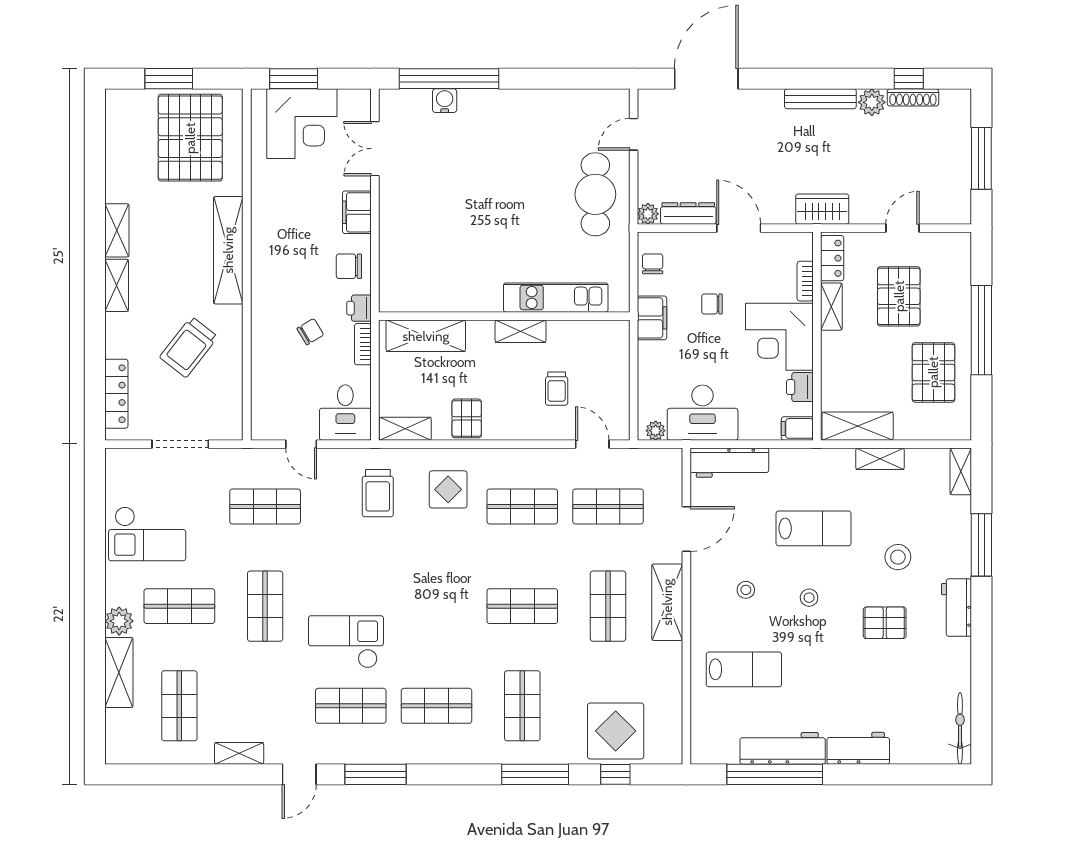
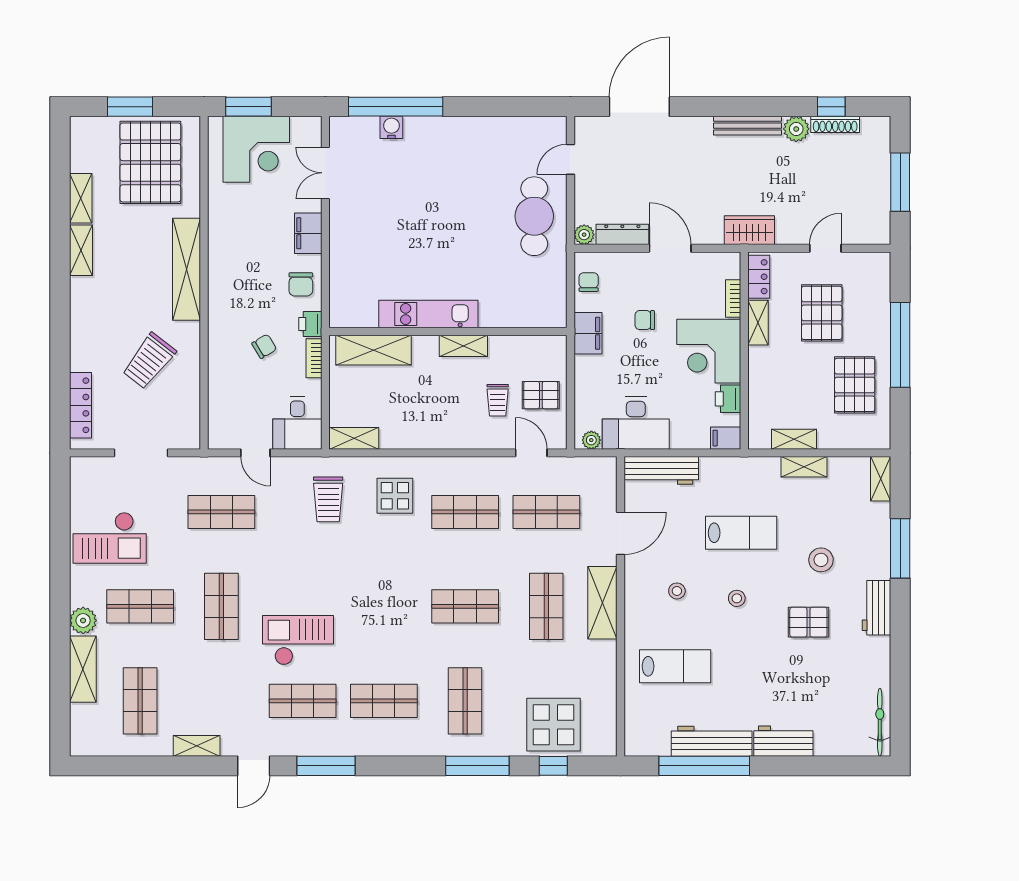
chair: (349, 266) -> (301, 284), turned -90
shelving: (117, 285) -> (81, 198), moved
kitchen unit: (556, 298) -> (428, 314), moved
pallet: (467, 418) -> (541, 395), moved, turned 90
shelving: (858, 426) -> (794, 439), width x0.67, depth x0.75

